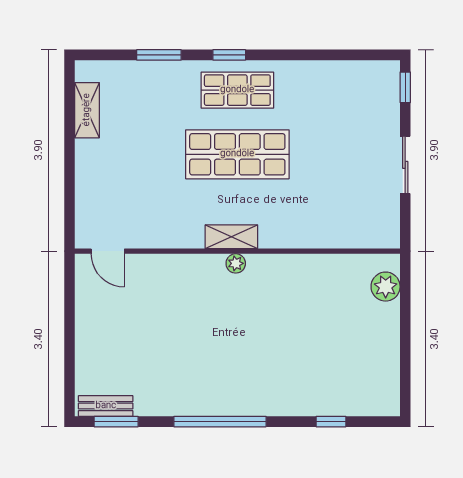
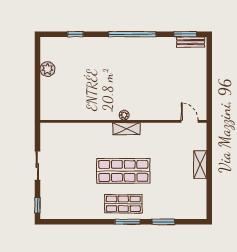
window: (229, 55) -> (127, 222), width x1.50
shelving: (87, 110) -> (200, 165), moved
plant: (386, 287) -> (47, 69), moved

